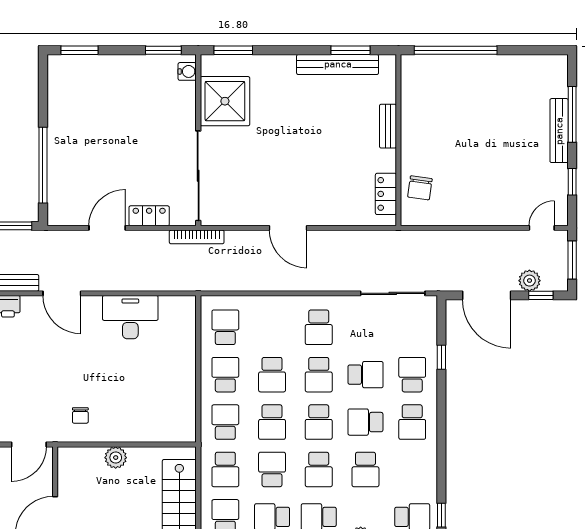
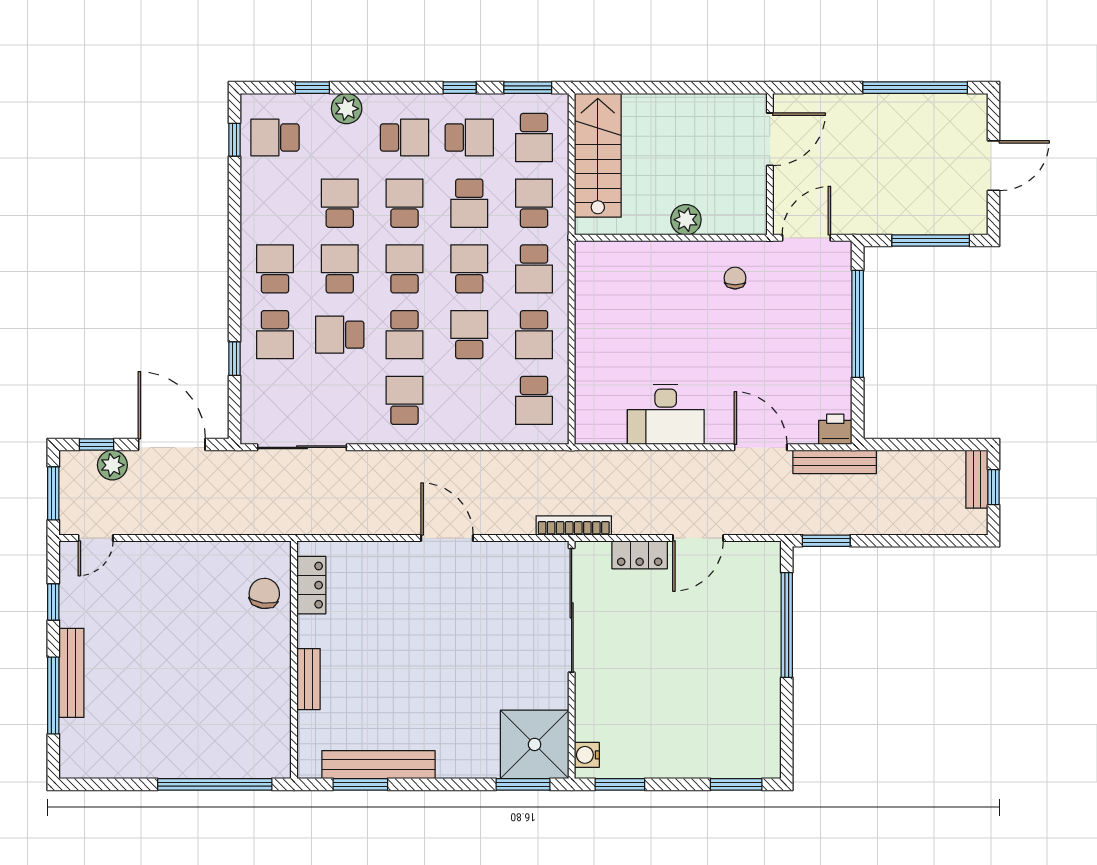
shower: (225, 101) -> (535, 744), moved
school desk: (319, 375) -> (404, 335), turned 180
school desk: (365, 422) -> (340, 269), turned -90

